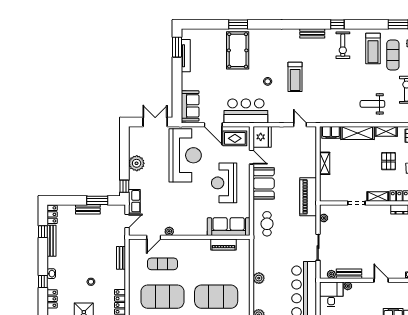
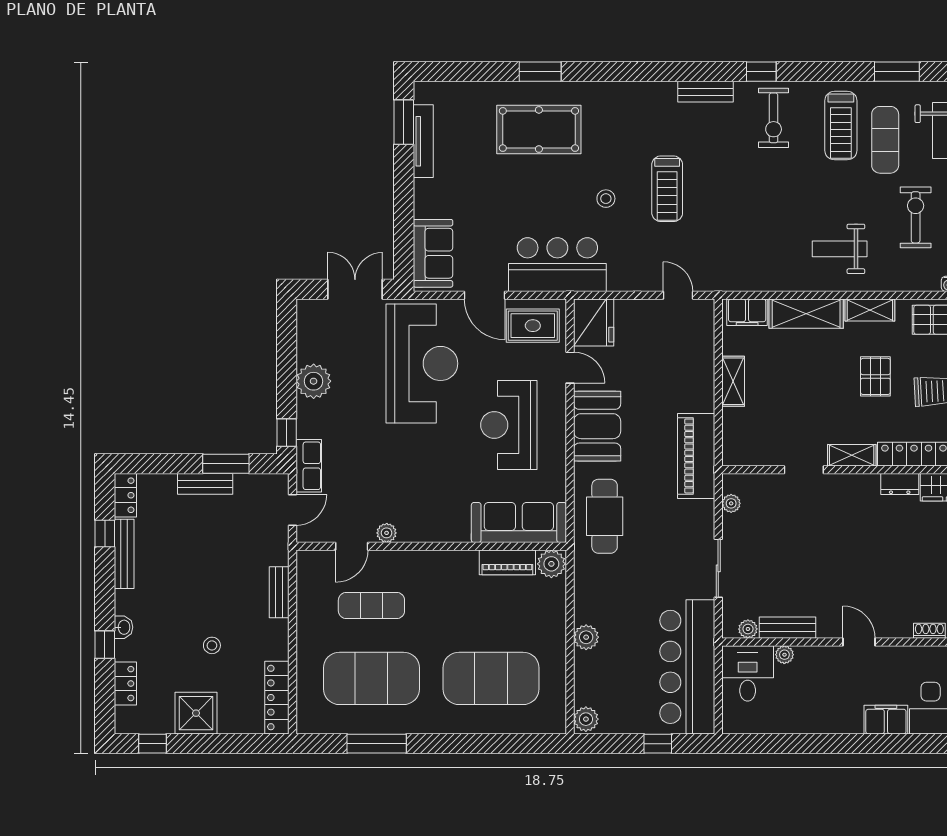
pool table: (238, 50) -> (539, 129), turned 90
cafe table: (267, 224) -> (605, 516), width x1.37, depth x1.35
plant: (243, 245) -> (551, 564), added

